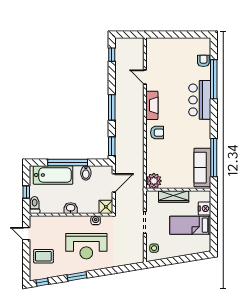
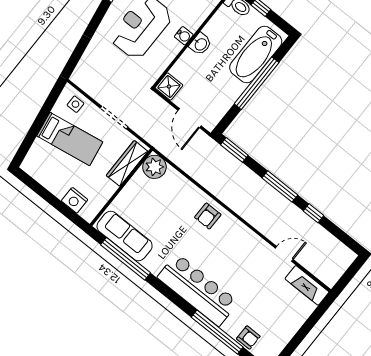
window: (112, 55) -> (313, 213), moved
bar counter: (200, 100) -> (198, 290), width x1.36
fireplace: (152, 105) -> (307, 285), moved
bidet: (86, 173) -> (227, 95), removed
wardrobe: (174, 197) -> (127, 163), moved
water cooler: (96, 220) -> (184, 36), moved
bed: (190, 225) -> (70, 139), moved, turned 81

